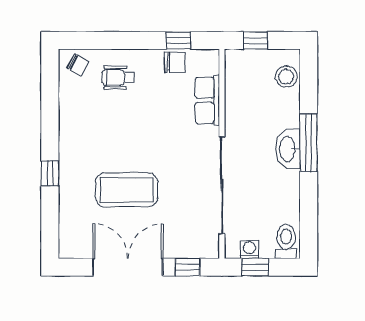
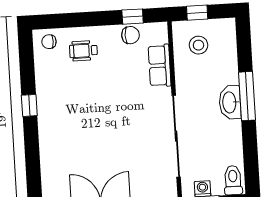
chair: (78, 64) -> (49, 42), turned 151
stool: (286, 77) -> (198, 45), moved
window: (50, 173) -> (29, 105), moved
coffee table: (127, 190) -> (96, 145), removed

